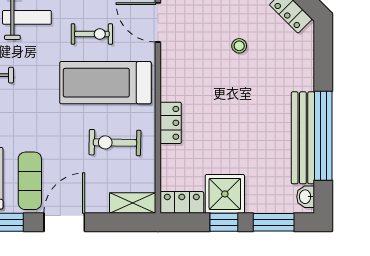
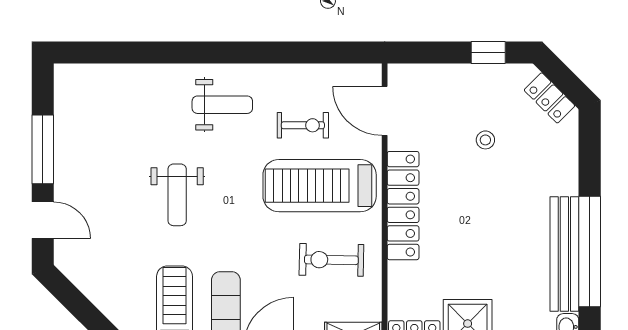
locker: (171, 123) -> (403, 206), width x2.16, depth x1.21

